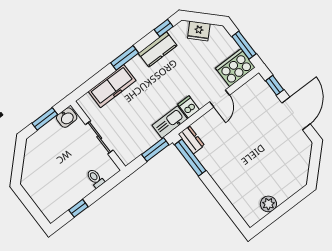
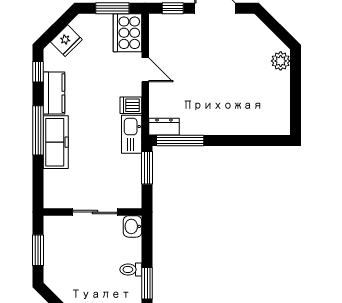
window: (125, 58) -> (38, 130), width x1.44
freezer: (112, 86) -> (56, 142), moved
washbasin: (67, 118) -> (133, 226), moved, turned 180
toilet: (95, 178) -> (131, 270), moved
plant: (268, 204) -> (281, 61), moved
window: (78, 208) -> (147, 283), width x1.50

